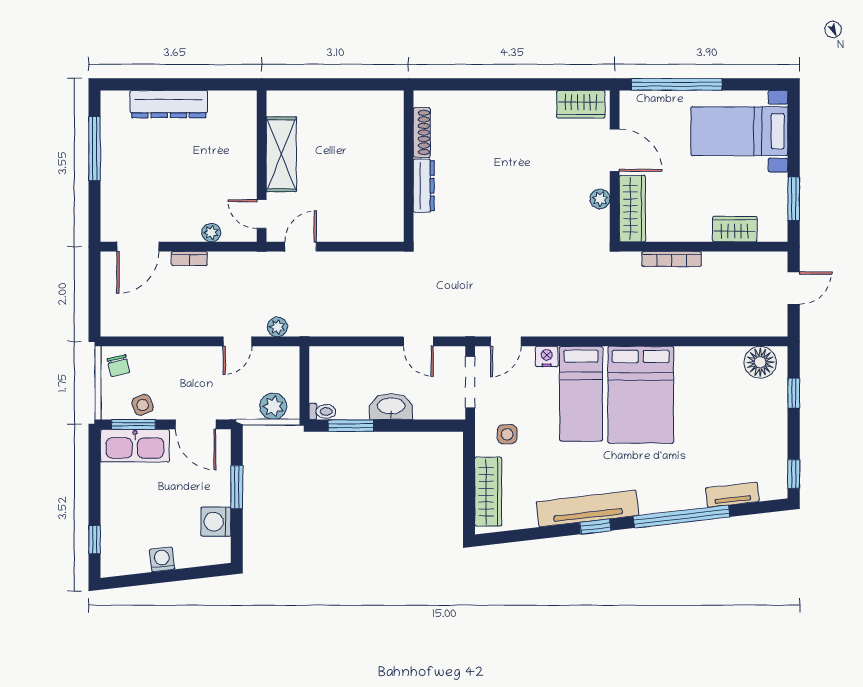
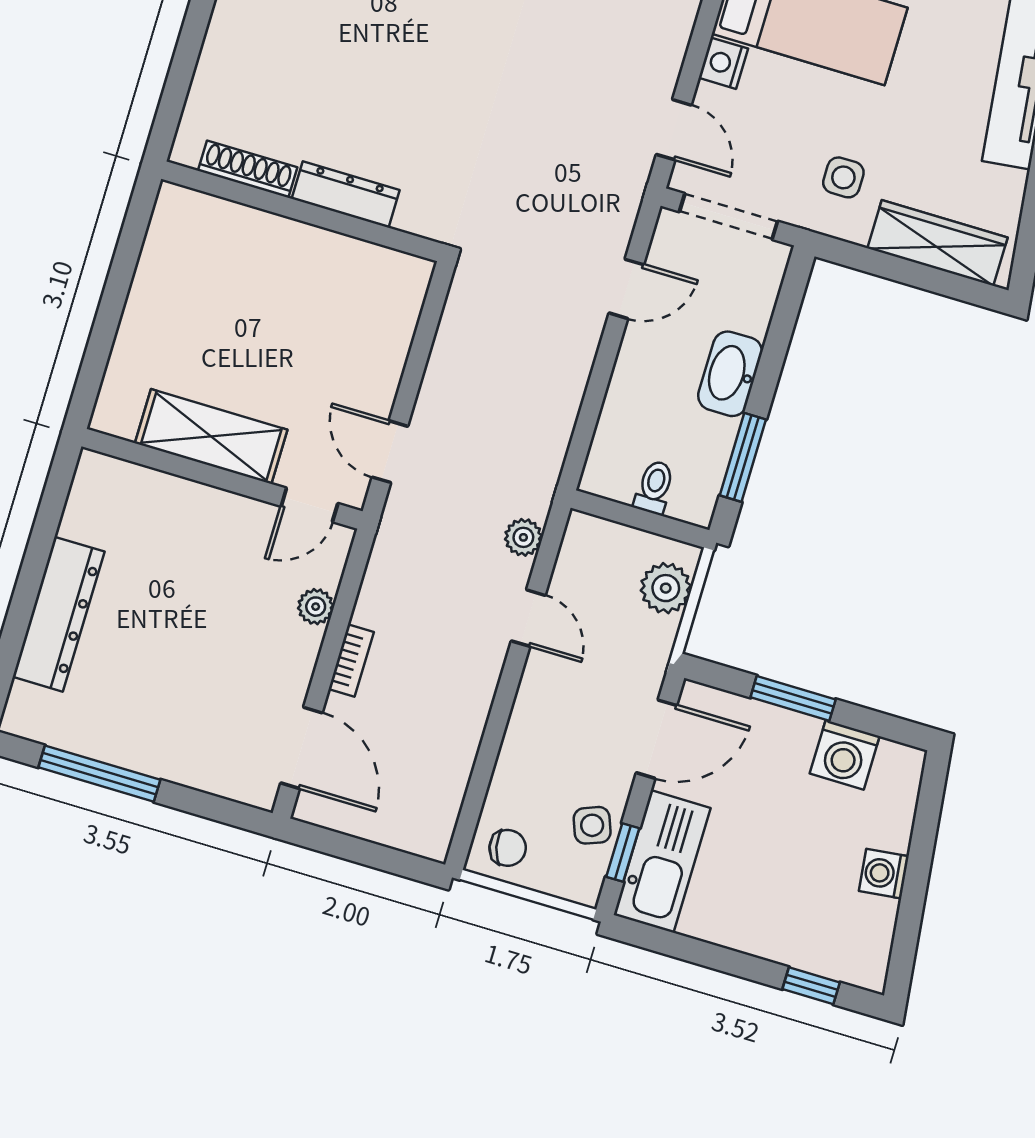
toilet: (322, 411) -> (654, 487), moved
window: (133, 424) -> (623, 853), width x0.67

